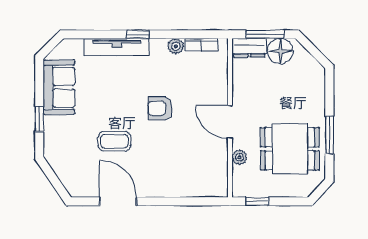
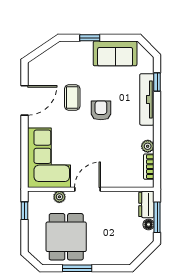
window: (138, 34) -> (157, 82), moved
floor lamp: (280, 51) -> (149, 224), width x0.53, depth x0.53
armchair: (160, 108) -> (101, 110), moved
corner sofa: (190, 170) -> (49, 158), added

